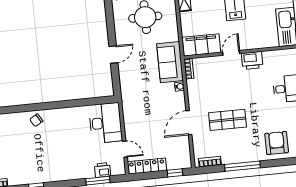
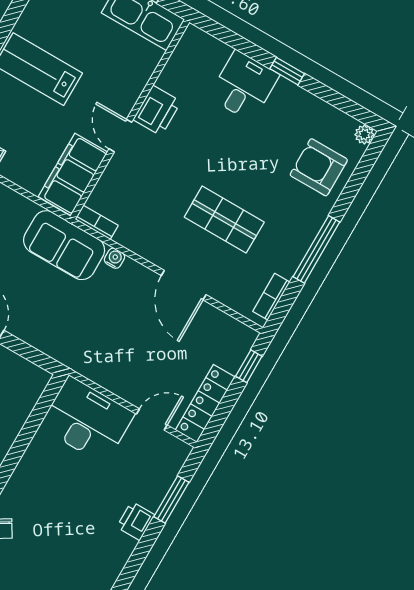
shop shelf: (228, 120) -> (224, 220), turned 90
printer: (103, 170) -> (136, 521), moved

